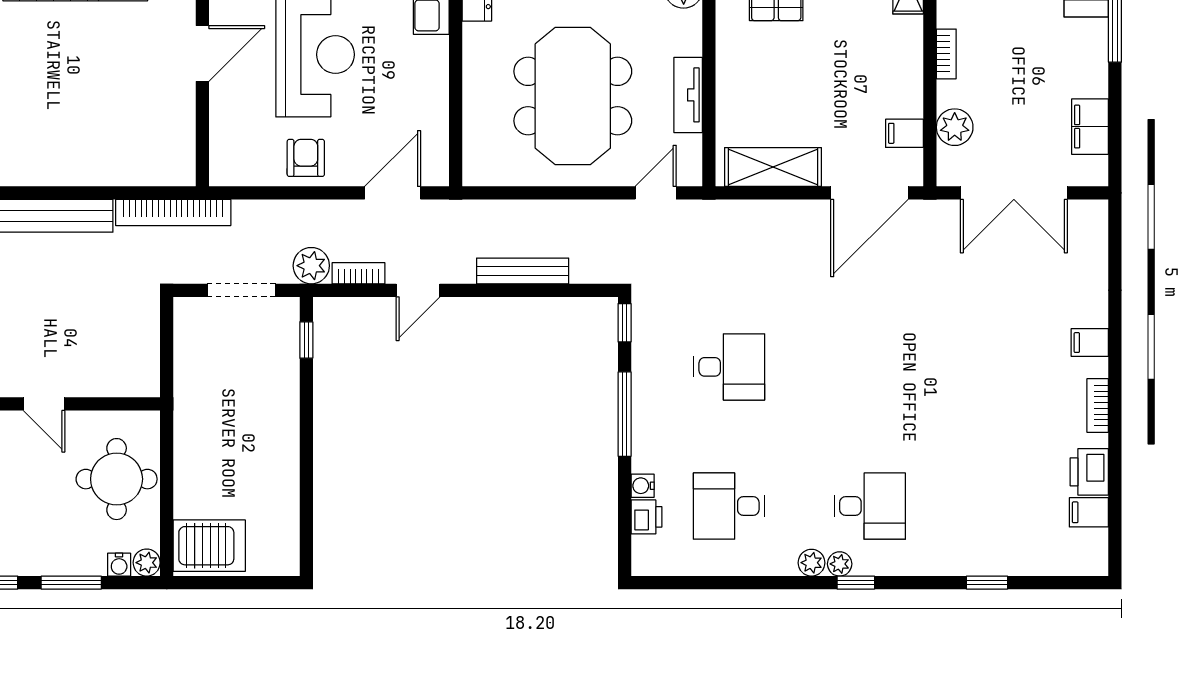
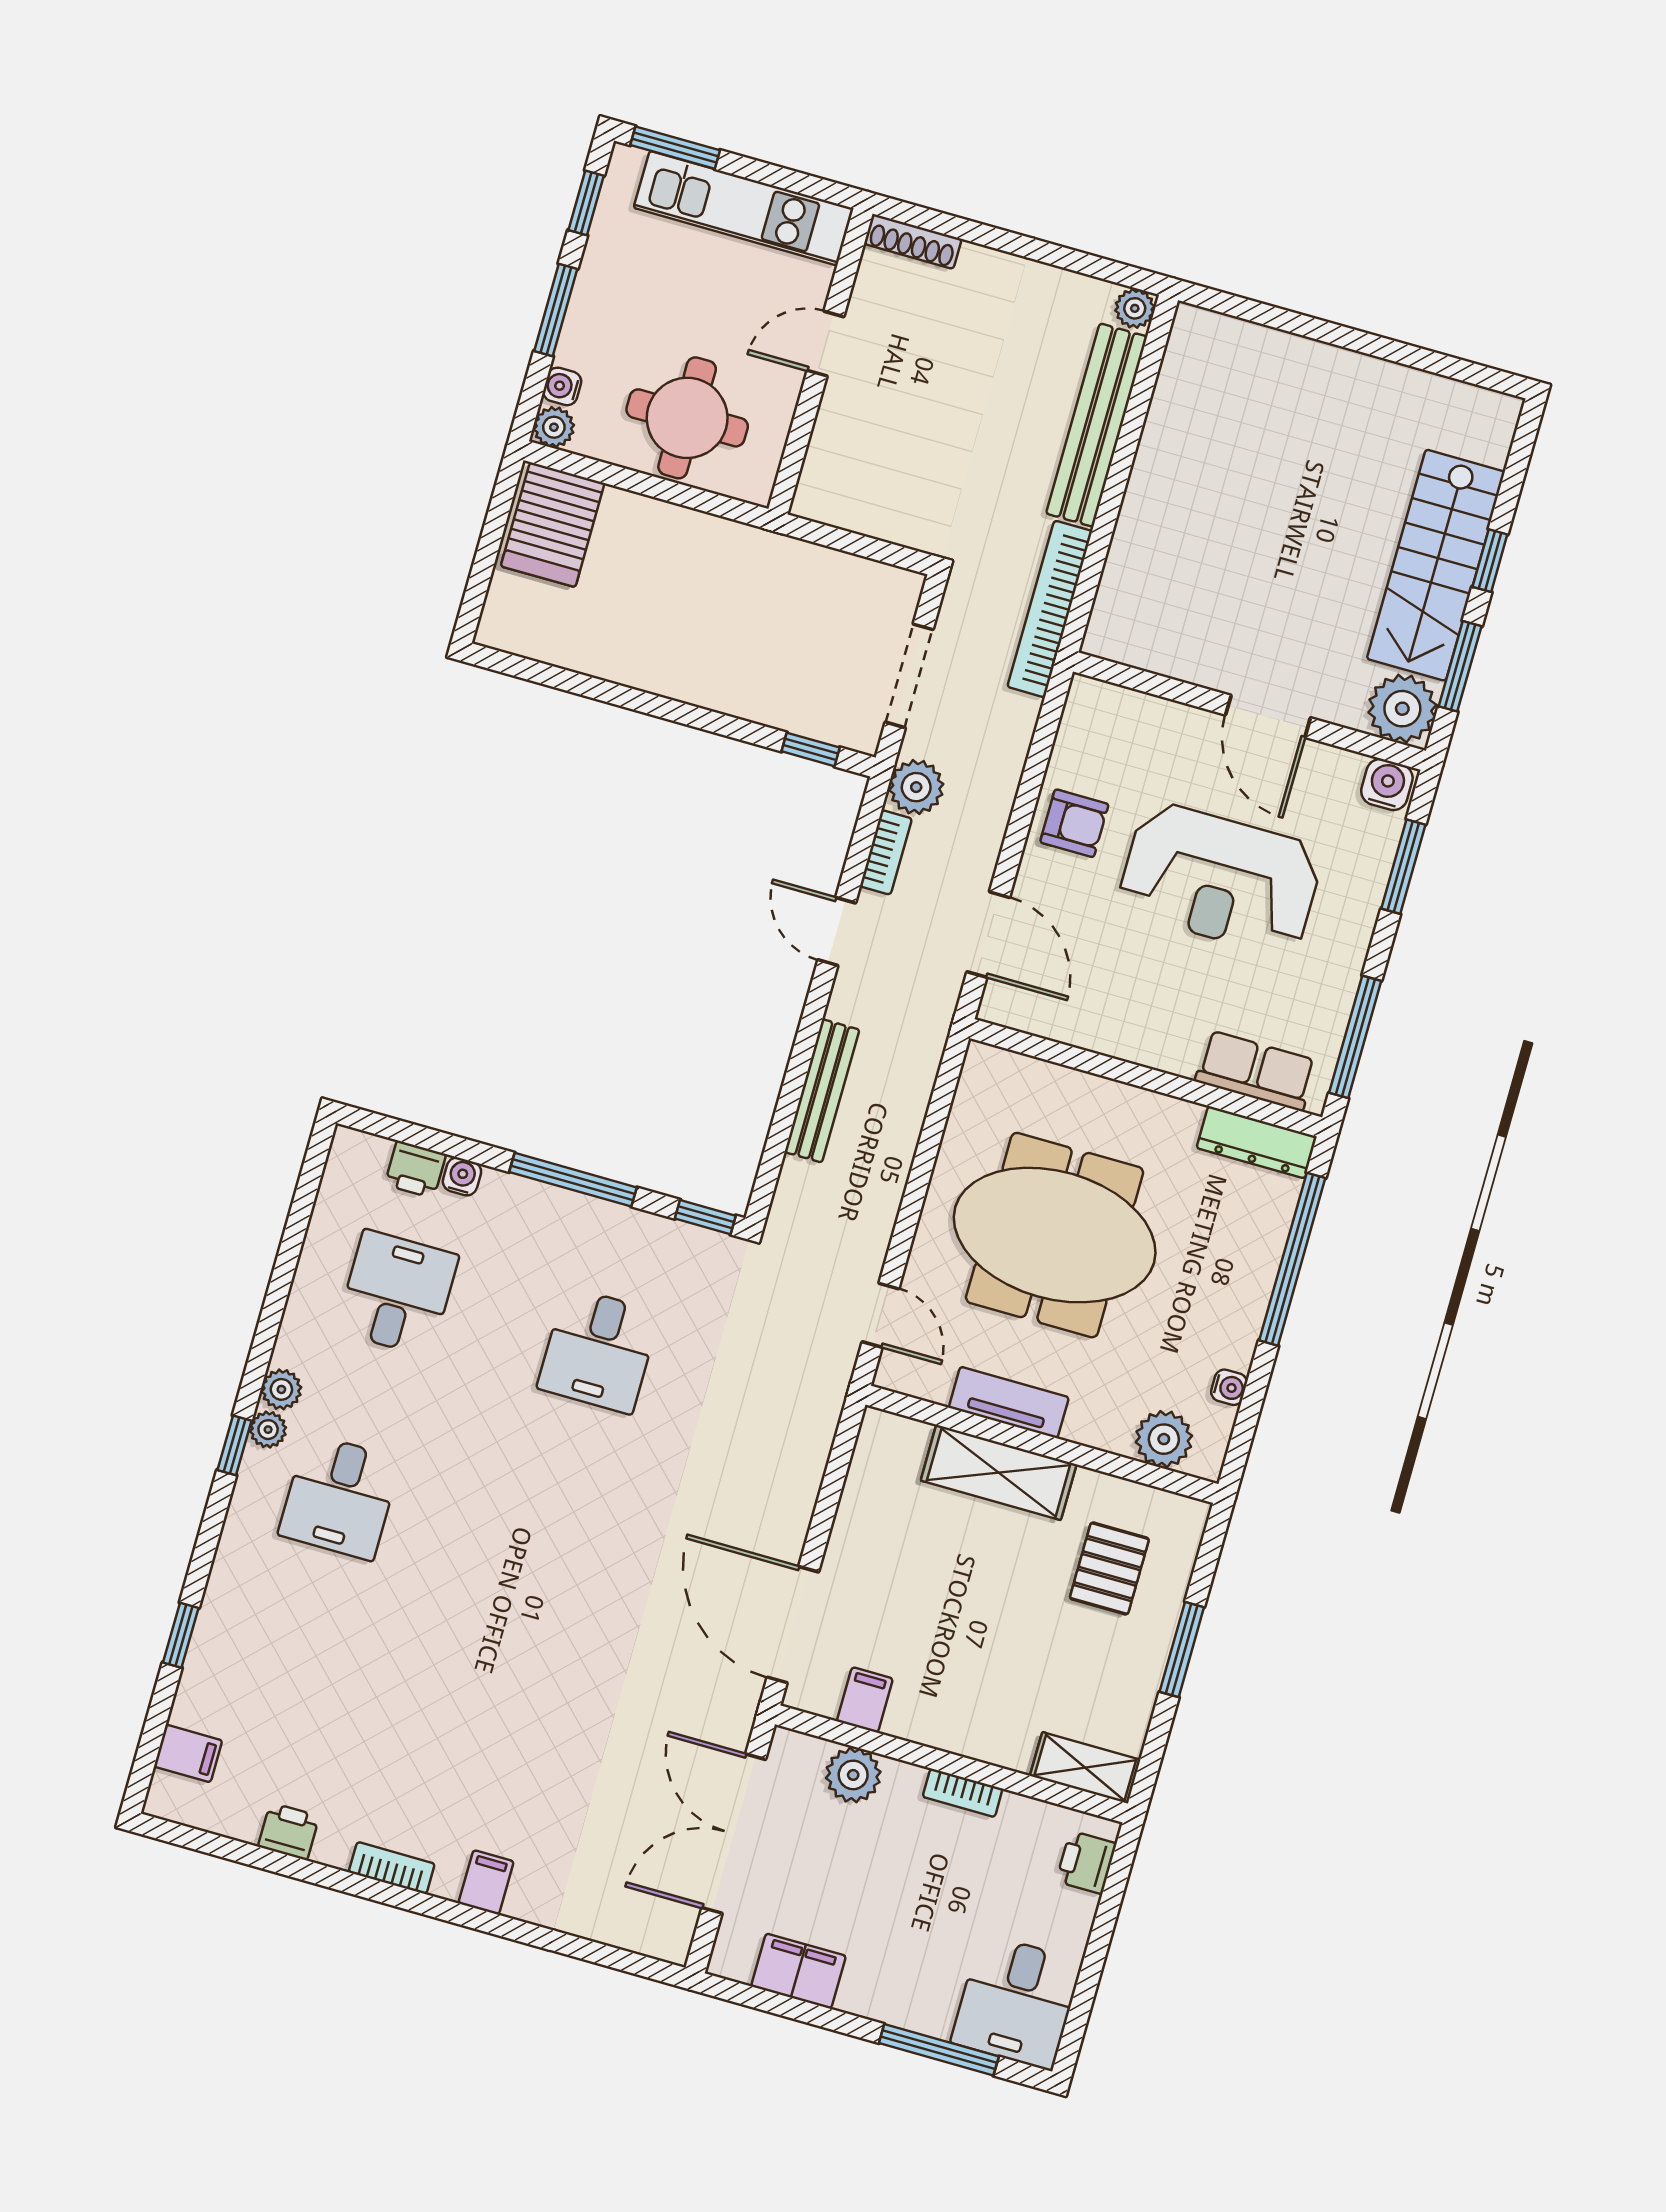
shelving: (773, 167) -> (999, 1473), moved, turned 90
printer: (1089, 472) -> (289, 1831), width x0.73, depth x0.81
filing cabinet: (1089, 512) -> (188, 1753), moved, turned 90

